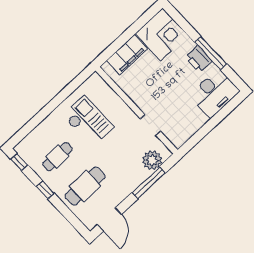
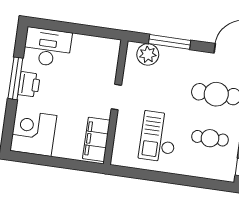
filing cabinet: (127, 55) -> (96, 139), moved, turned -90
doorway: (150, 125) -> (116, 97), moved

